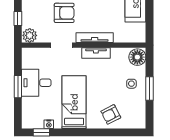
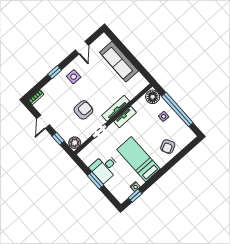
window: (150, 89) -> (177, 109), width x2.11

